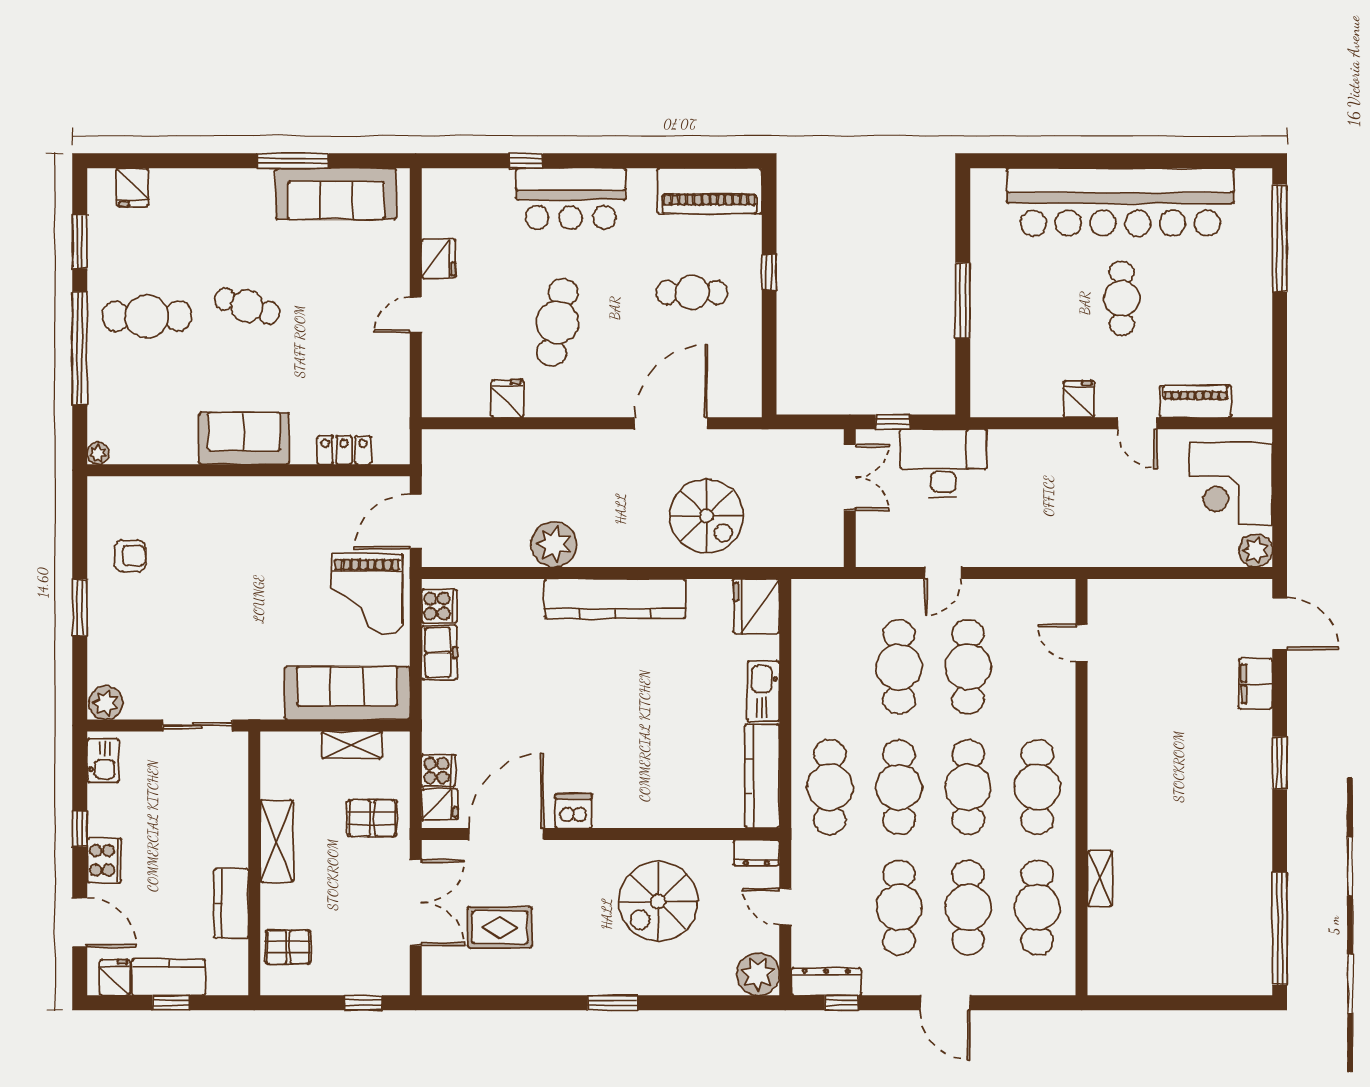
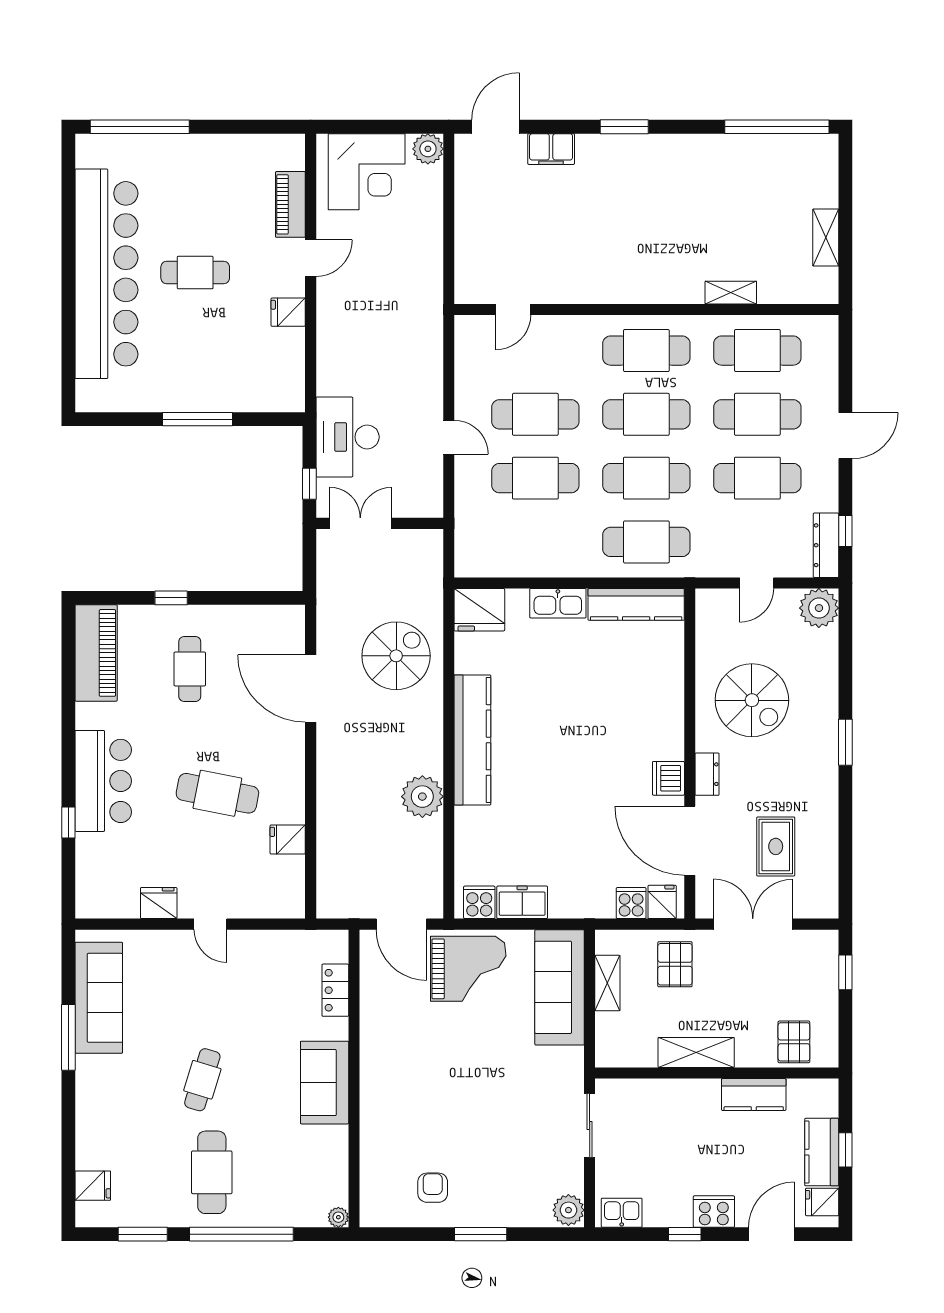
dresser: (756, 853) -> (707, 774), moved
shelving: (1160, 981) -> (826, 238), added

